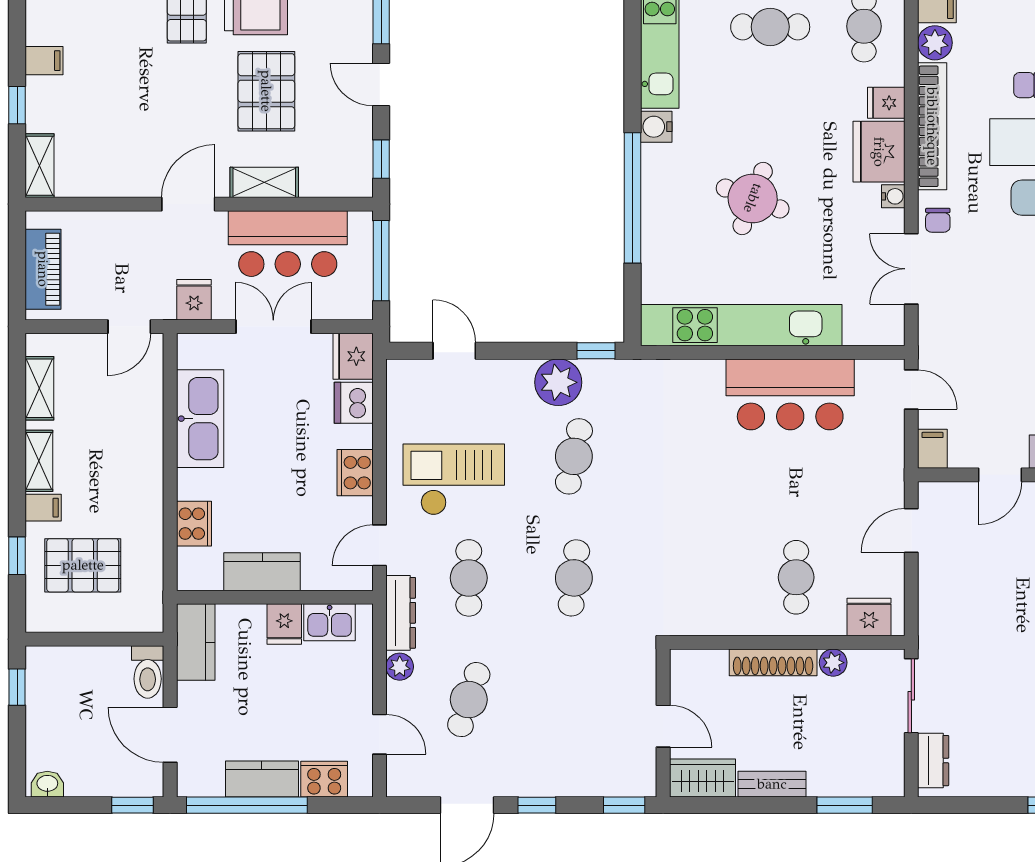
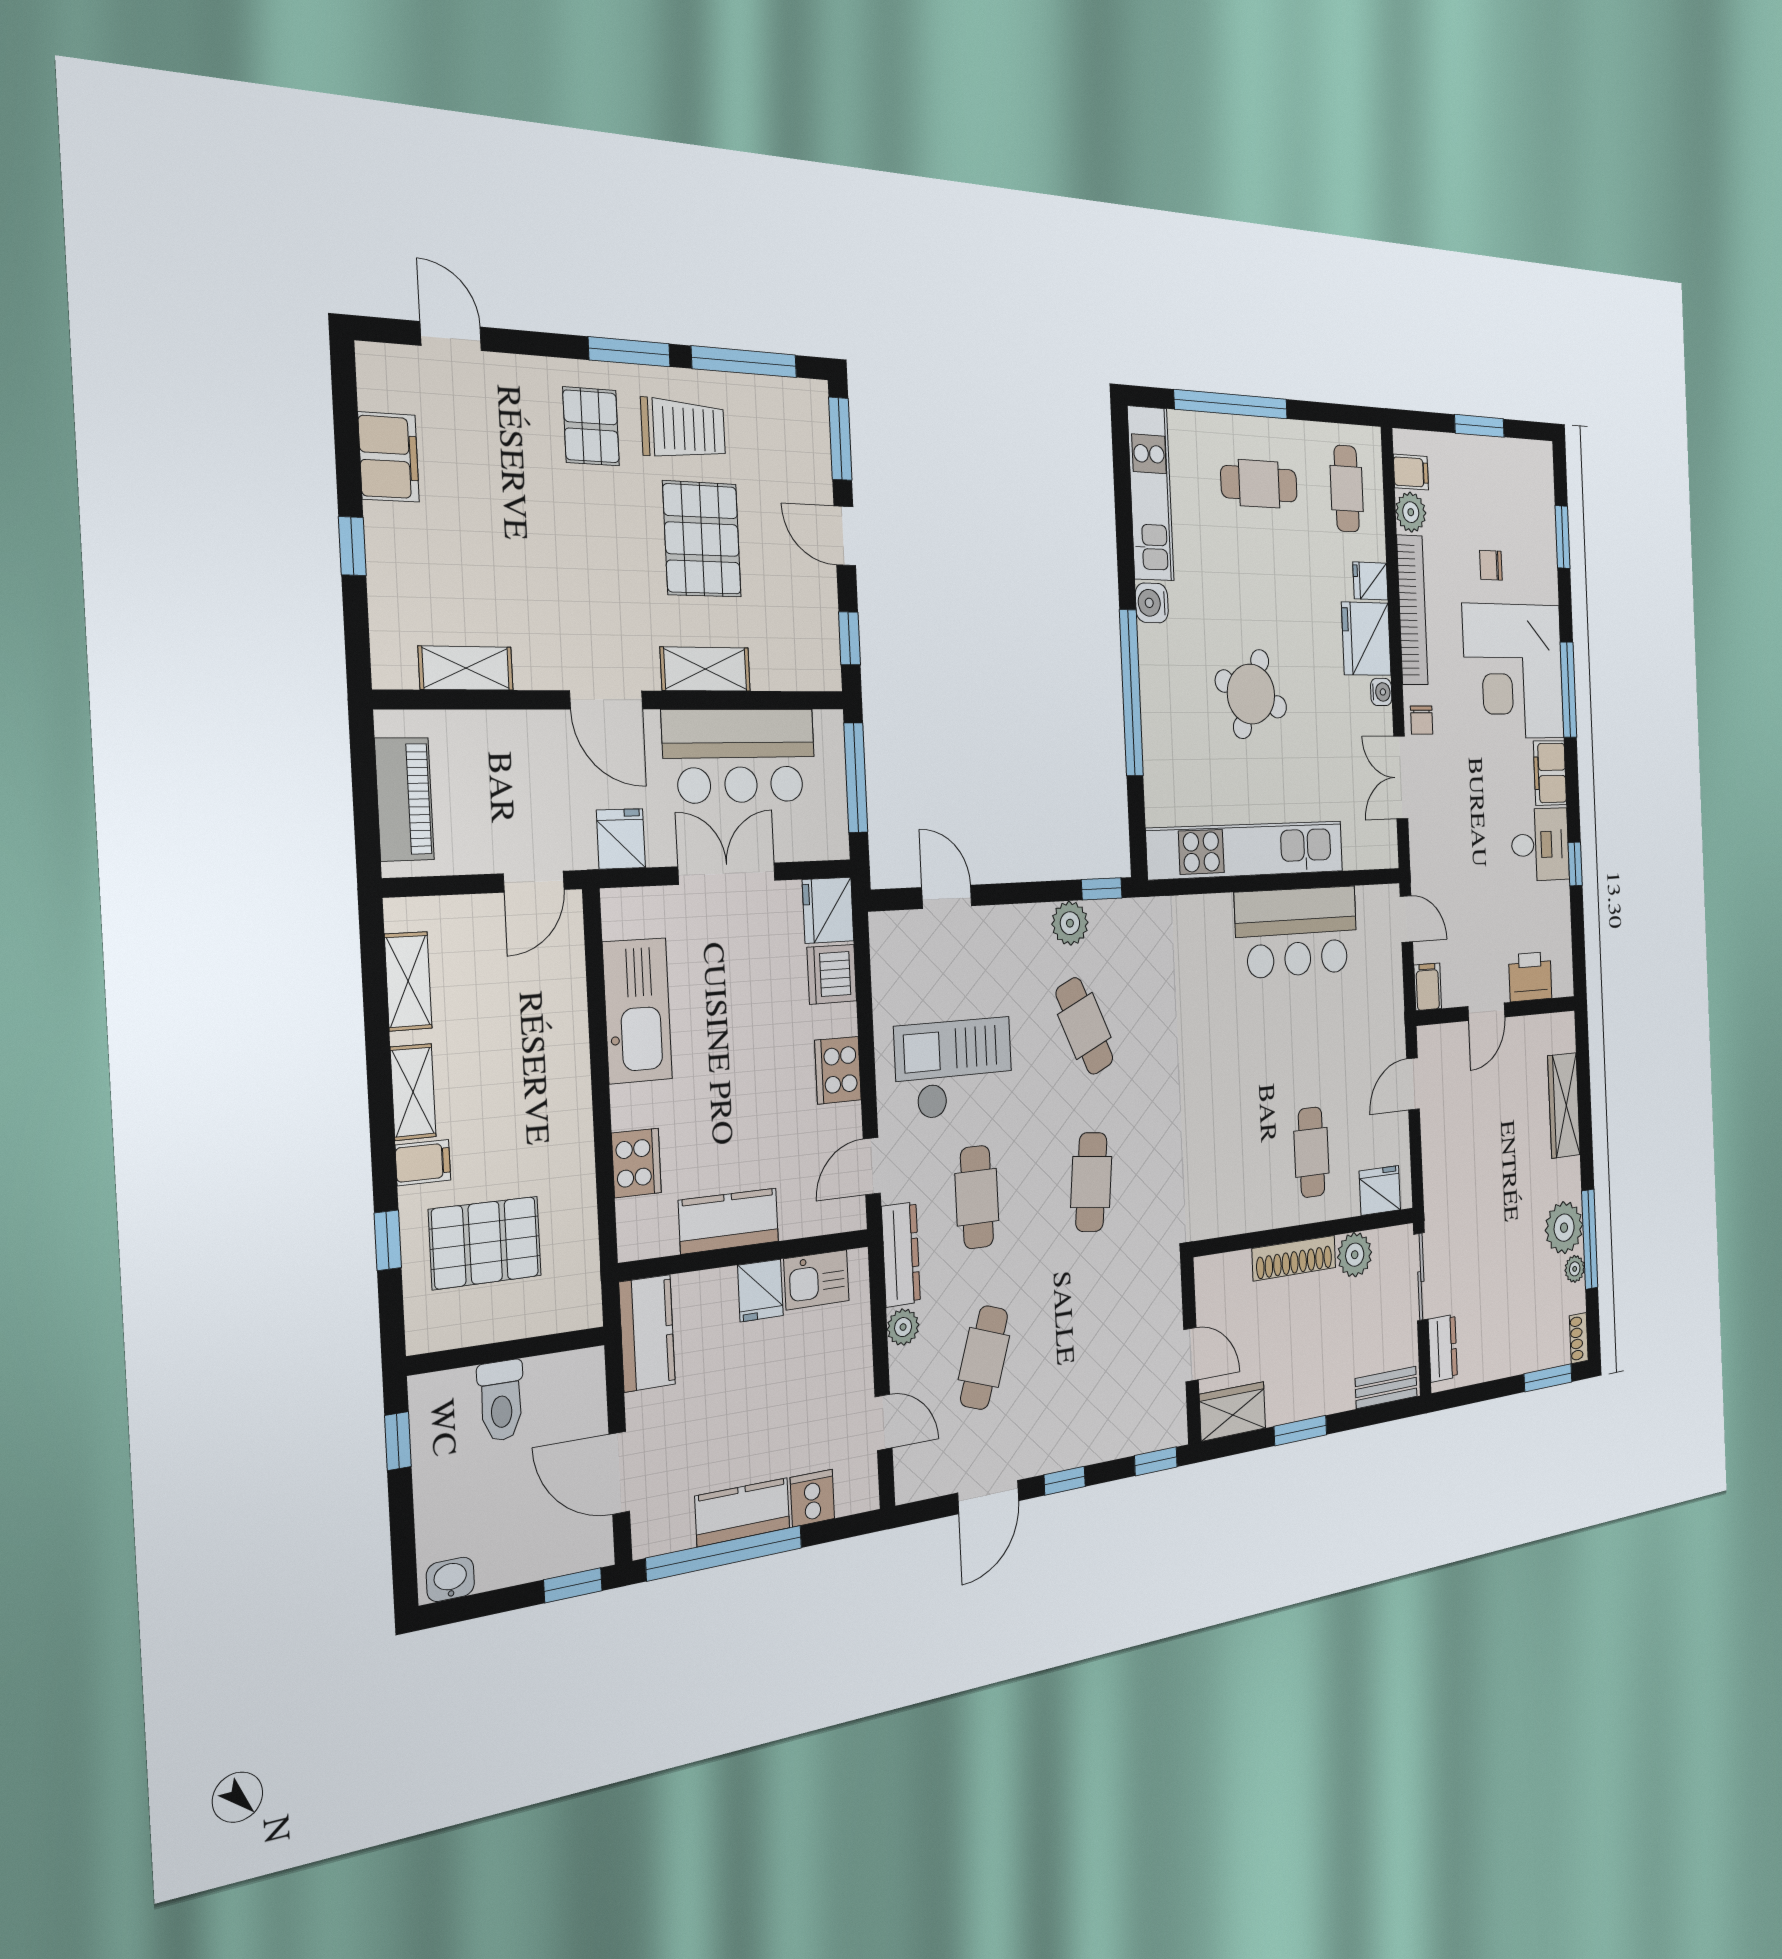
filing cabinet: (44, 61) -> (389, 457), width x2.00
shelving: (39, 166) -> (466, 668), moved, turned 90
door: (188, 204) -> (606, 700), swing flipped
plant: (558, 382) -> (1070, 923), width x0.73, depth x0.73
cafe table: (574, 456) -> (1084, 1026), turned -36
plant: (833, 663) -> (1355, 1255), width x1.38, depth x1.38
toilet: (148, 672) -> (501, 1401), moved
cooker: (324, 779) -> (812, 1498), width x0.73
bench: (772, 784) -> (1386, 1387), moved
window: (845, 805) -> (1301, 1430), moved

